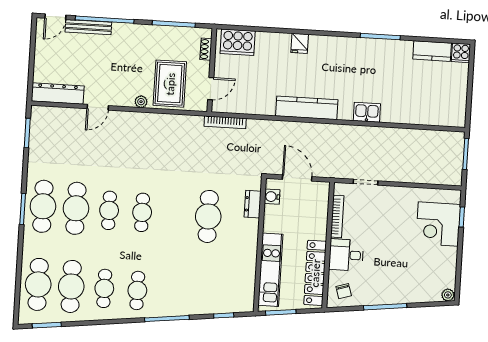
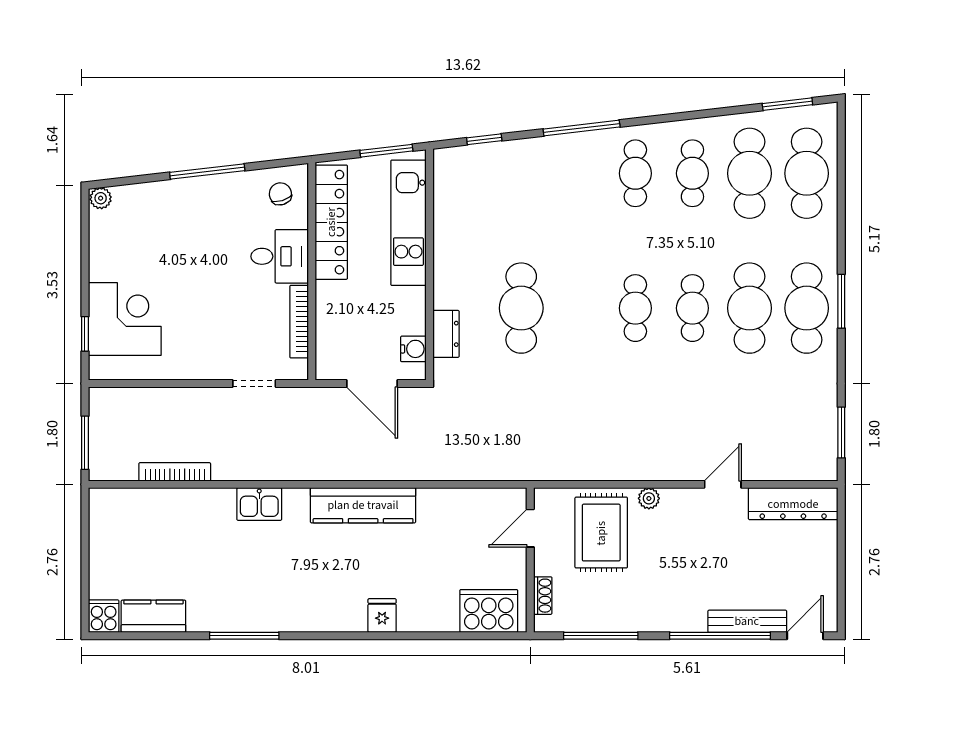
bookcase: (225, 122) -> (175, 472), moved

